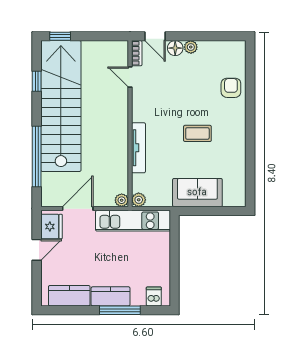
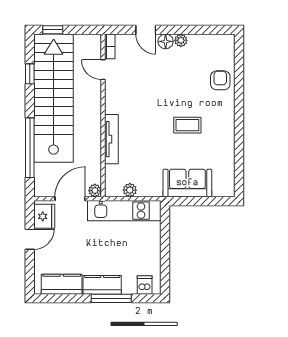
bookcase: (137, 53) -> (110, 46), moved
door: (130, 77) -> (103, 70), moved
wall: (130, 124) -> (103, 115), moved
tv unit: (138, 148) -> (111, 139), moved
plant: (122, 200) -> (95, 191), moved

